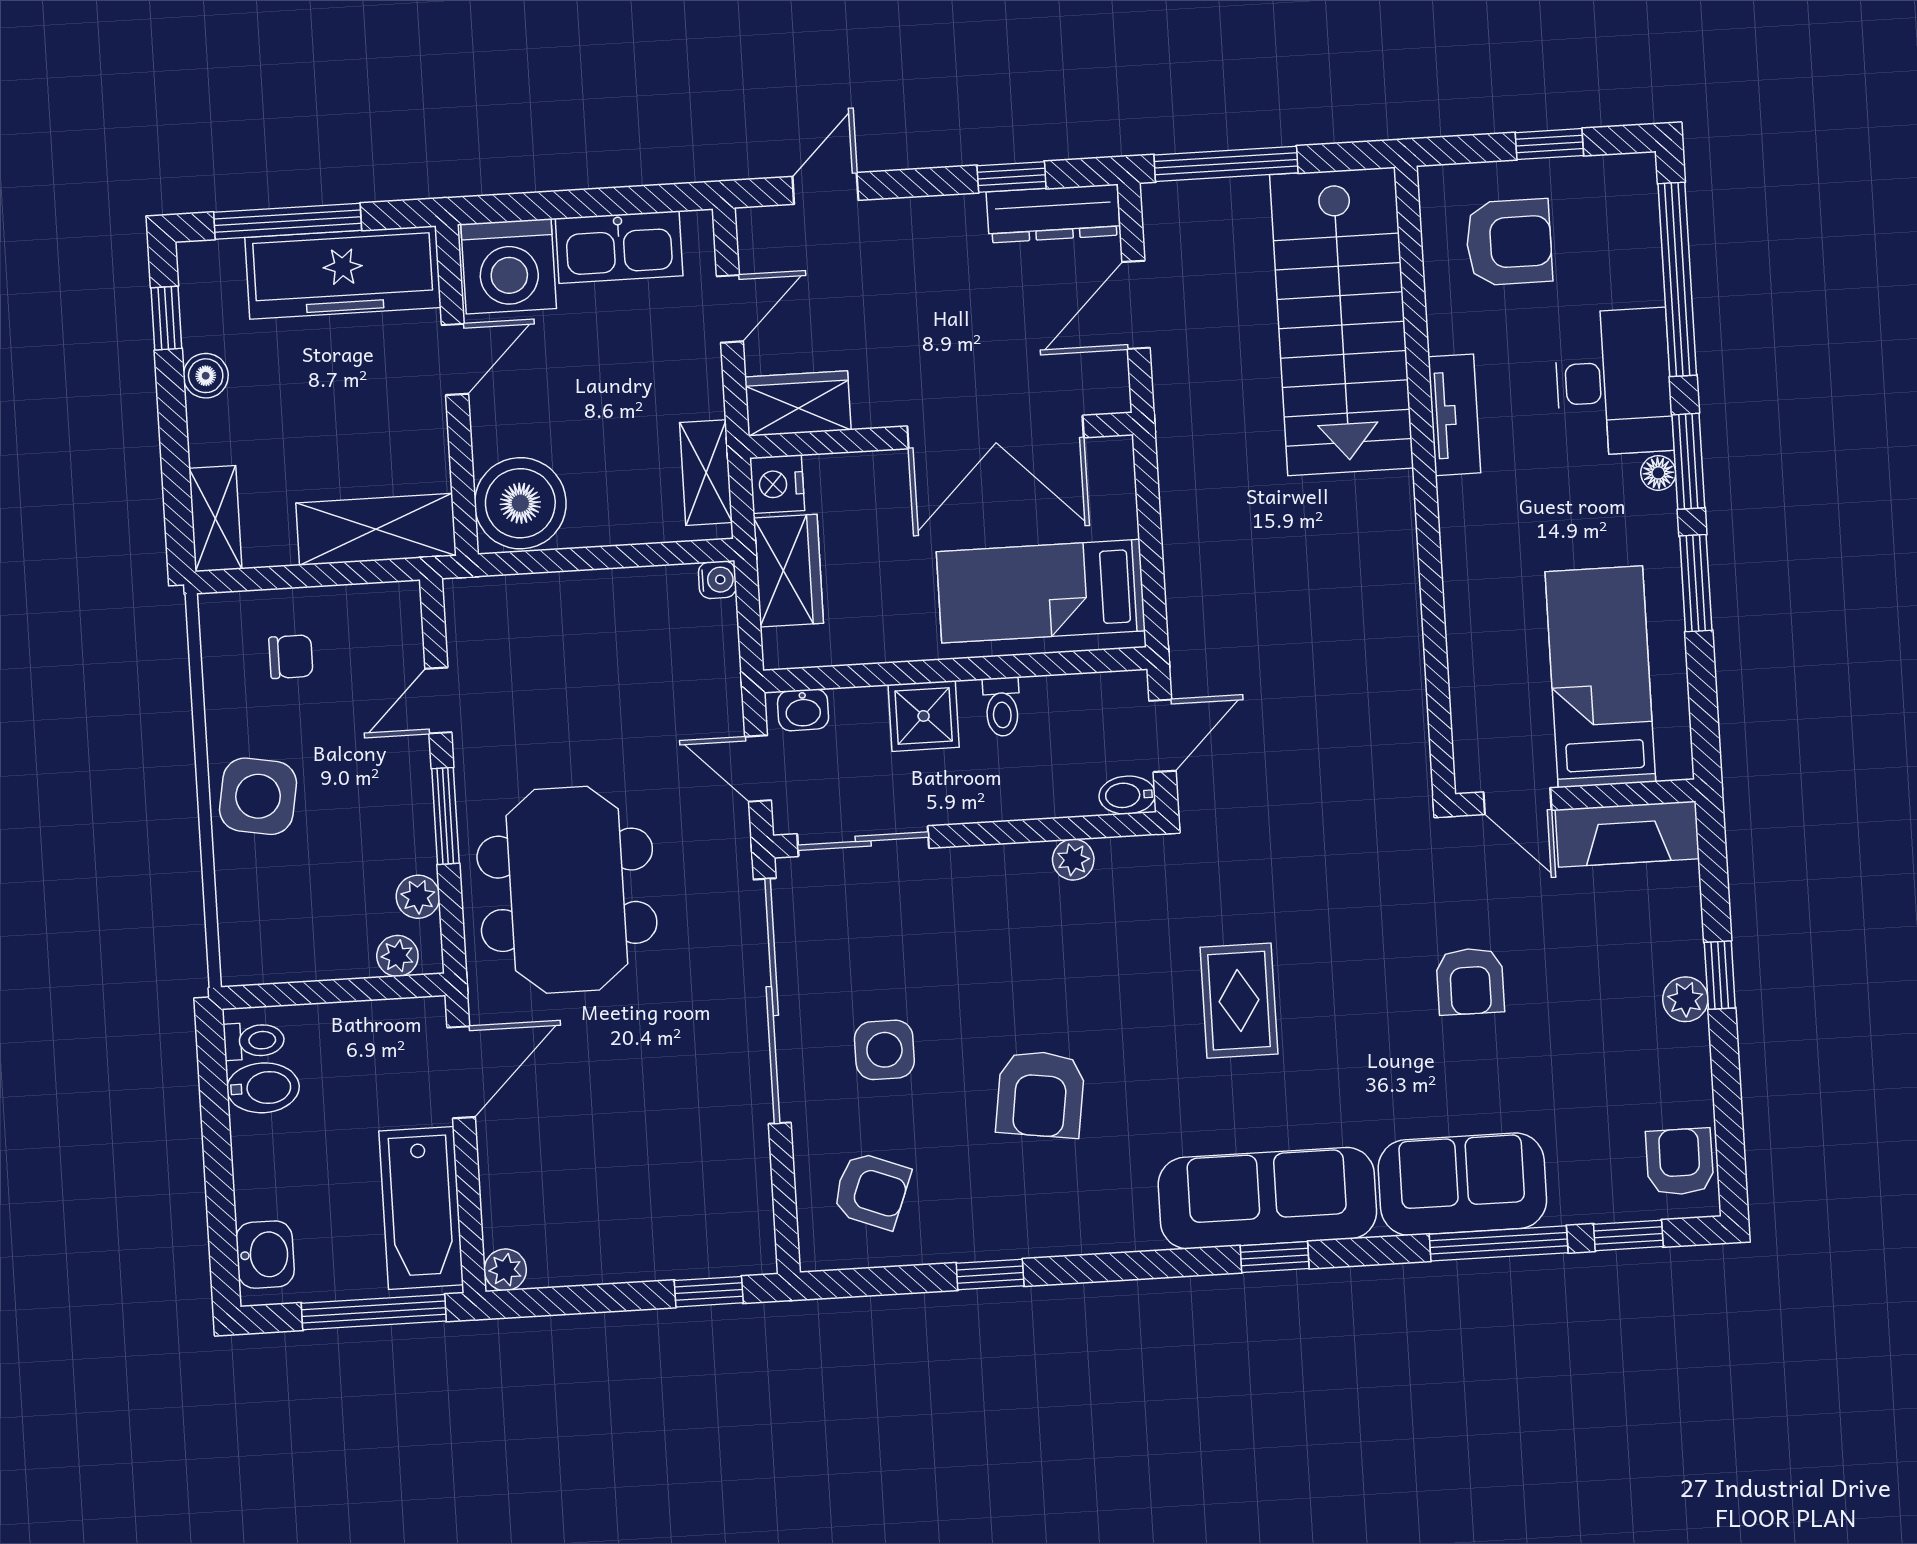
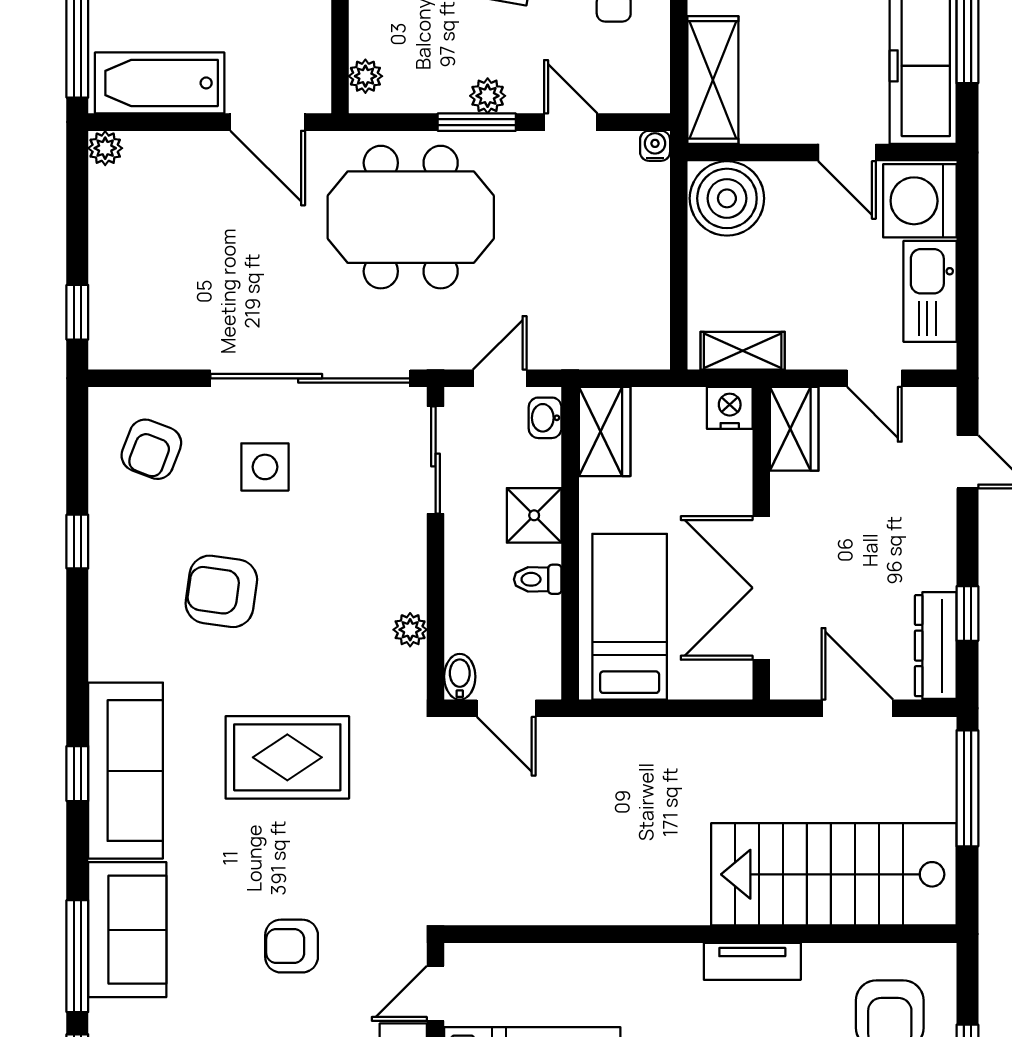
wardrobe: (788, 571) -> (605, 431), moved, turned -90
water cooler: (717, 580) -> (655, 146), moved, turned 180
plant: (418, 897) -> (488, 96), moved
rug: (1239, 1001) -> (287, 757), width x1.36, depth x1.43

